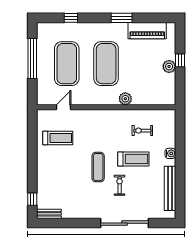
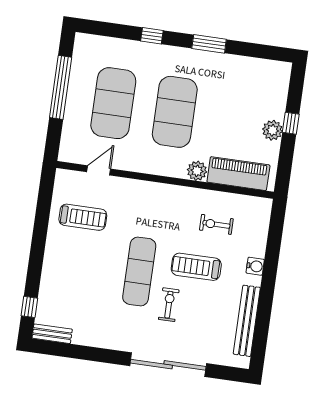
window: (71, 18) -> (152, 36), moved
piano: (147, 31) -> (238, 174), moved, turned 180
treadmill: (133, 159) -> (196, 267), turned 180
exercise mat: (98, 167) -> (139, 271), width x1.36, depth x1.45

